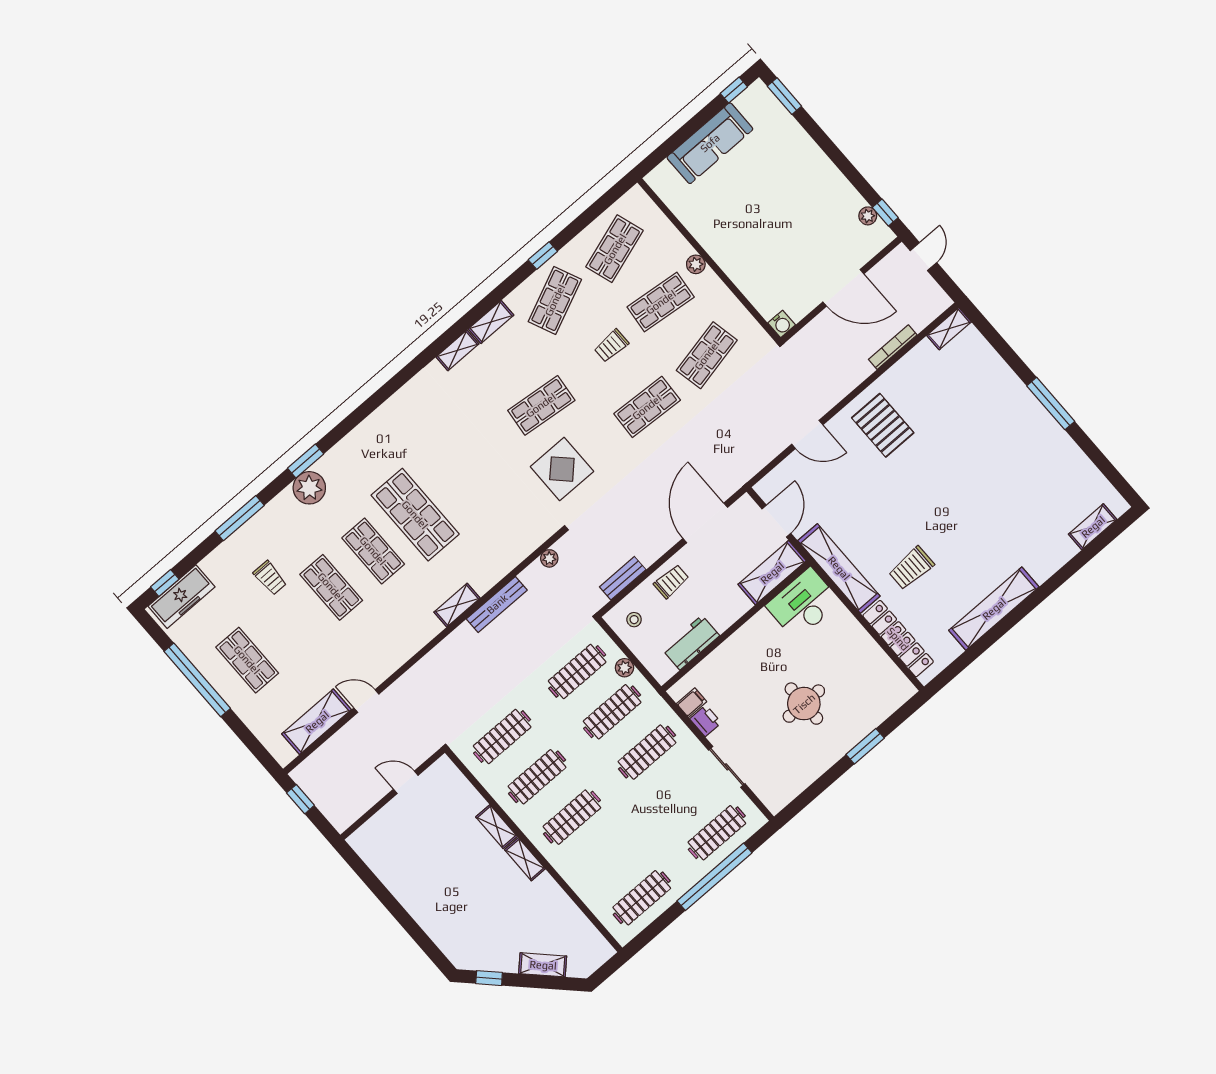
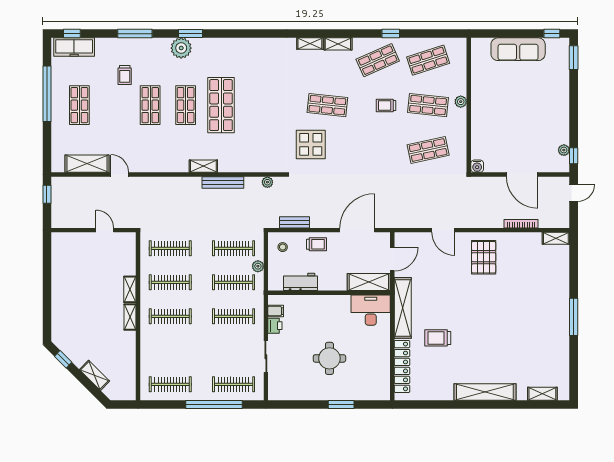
shop shelf: (647, 407) -> (378, 150), removed
shelving: (994, 609) -> (485, 392), moved

